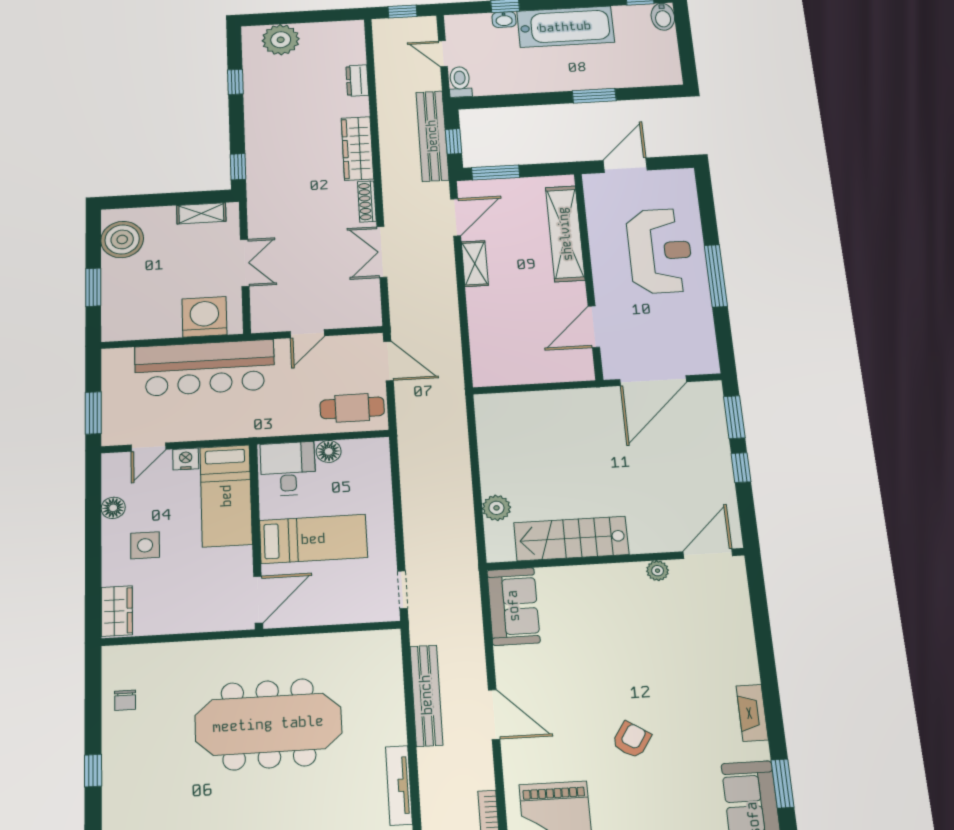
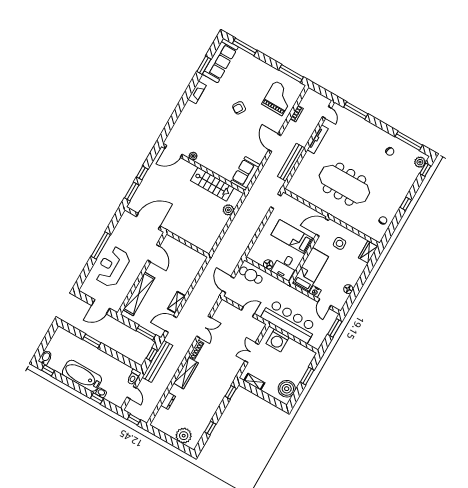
door: (594, 327) -> (154, 253), hinge flipped
door: (148, 447) -> (324, 304), swing flipped
side table: (145, 545) -> (340, 243), moved

